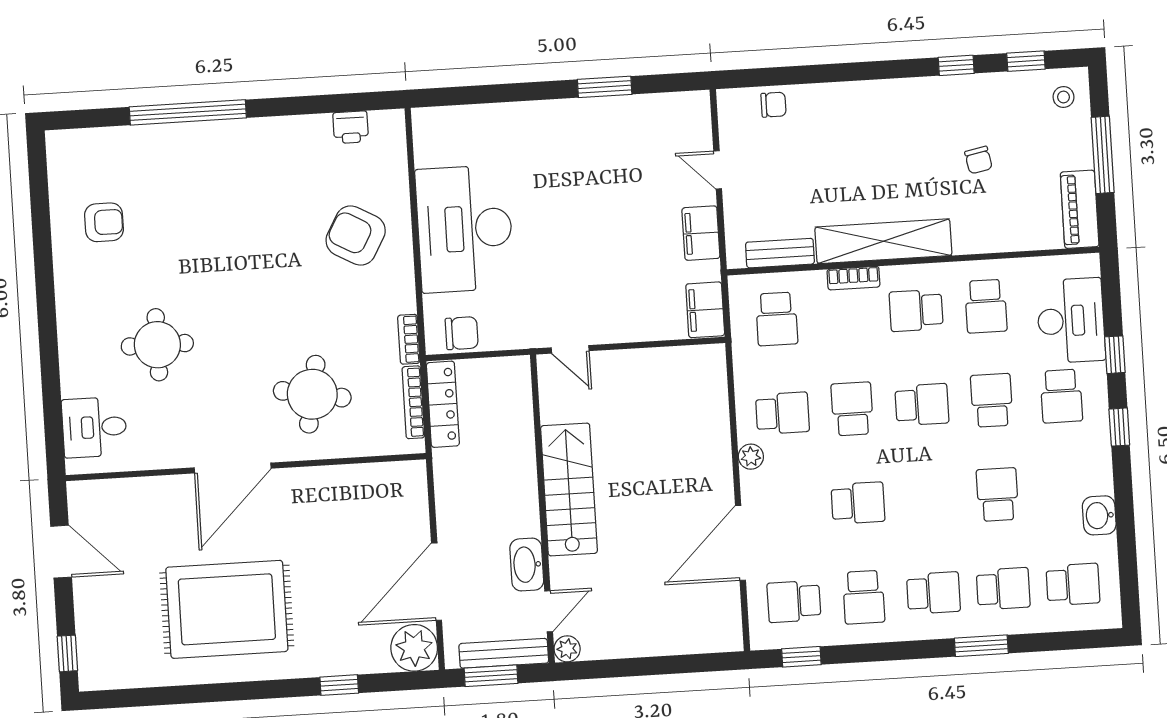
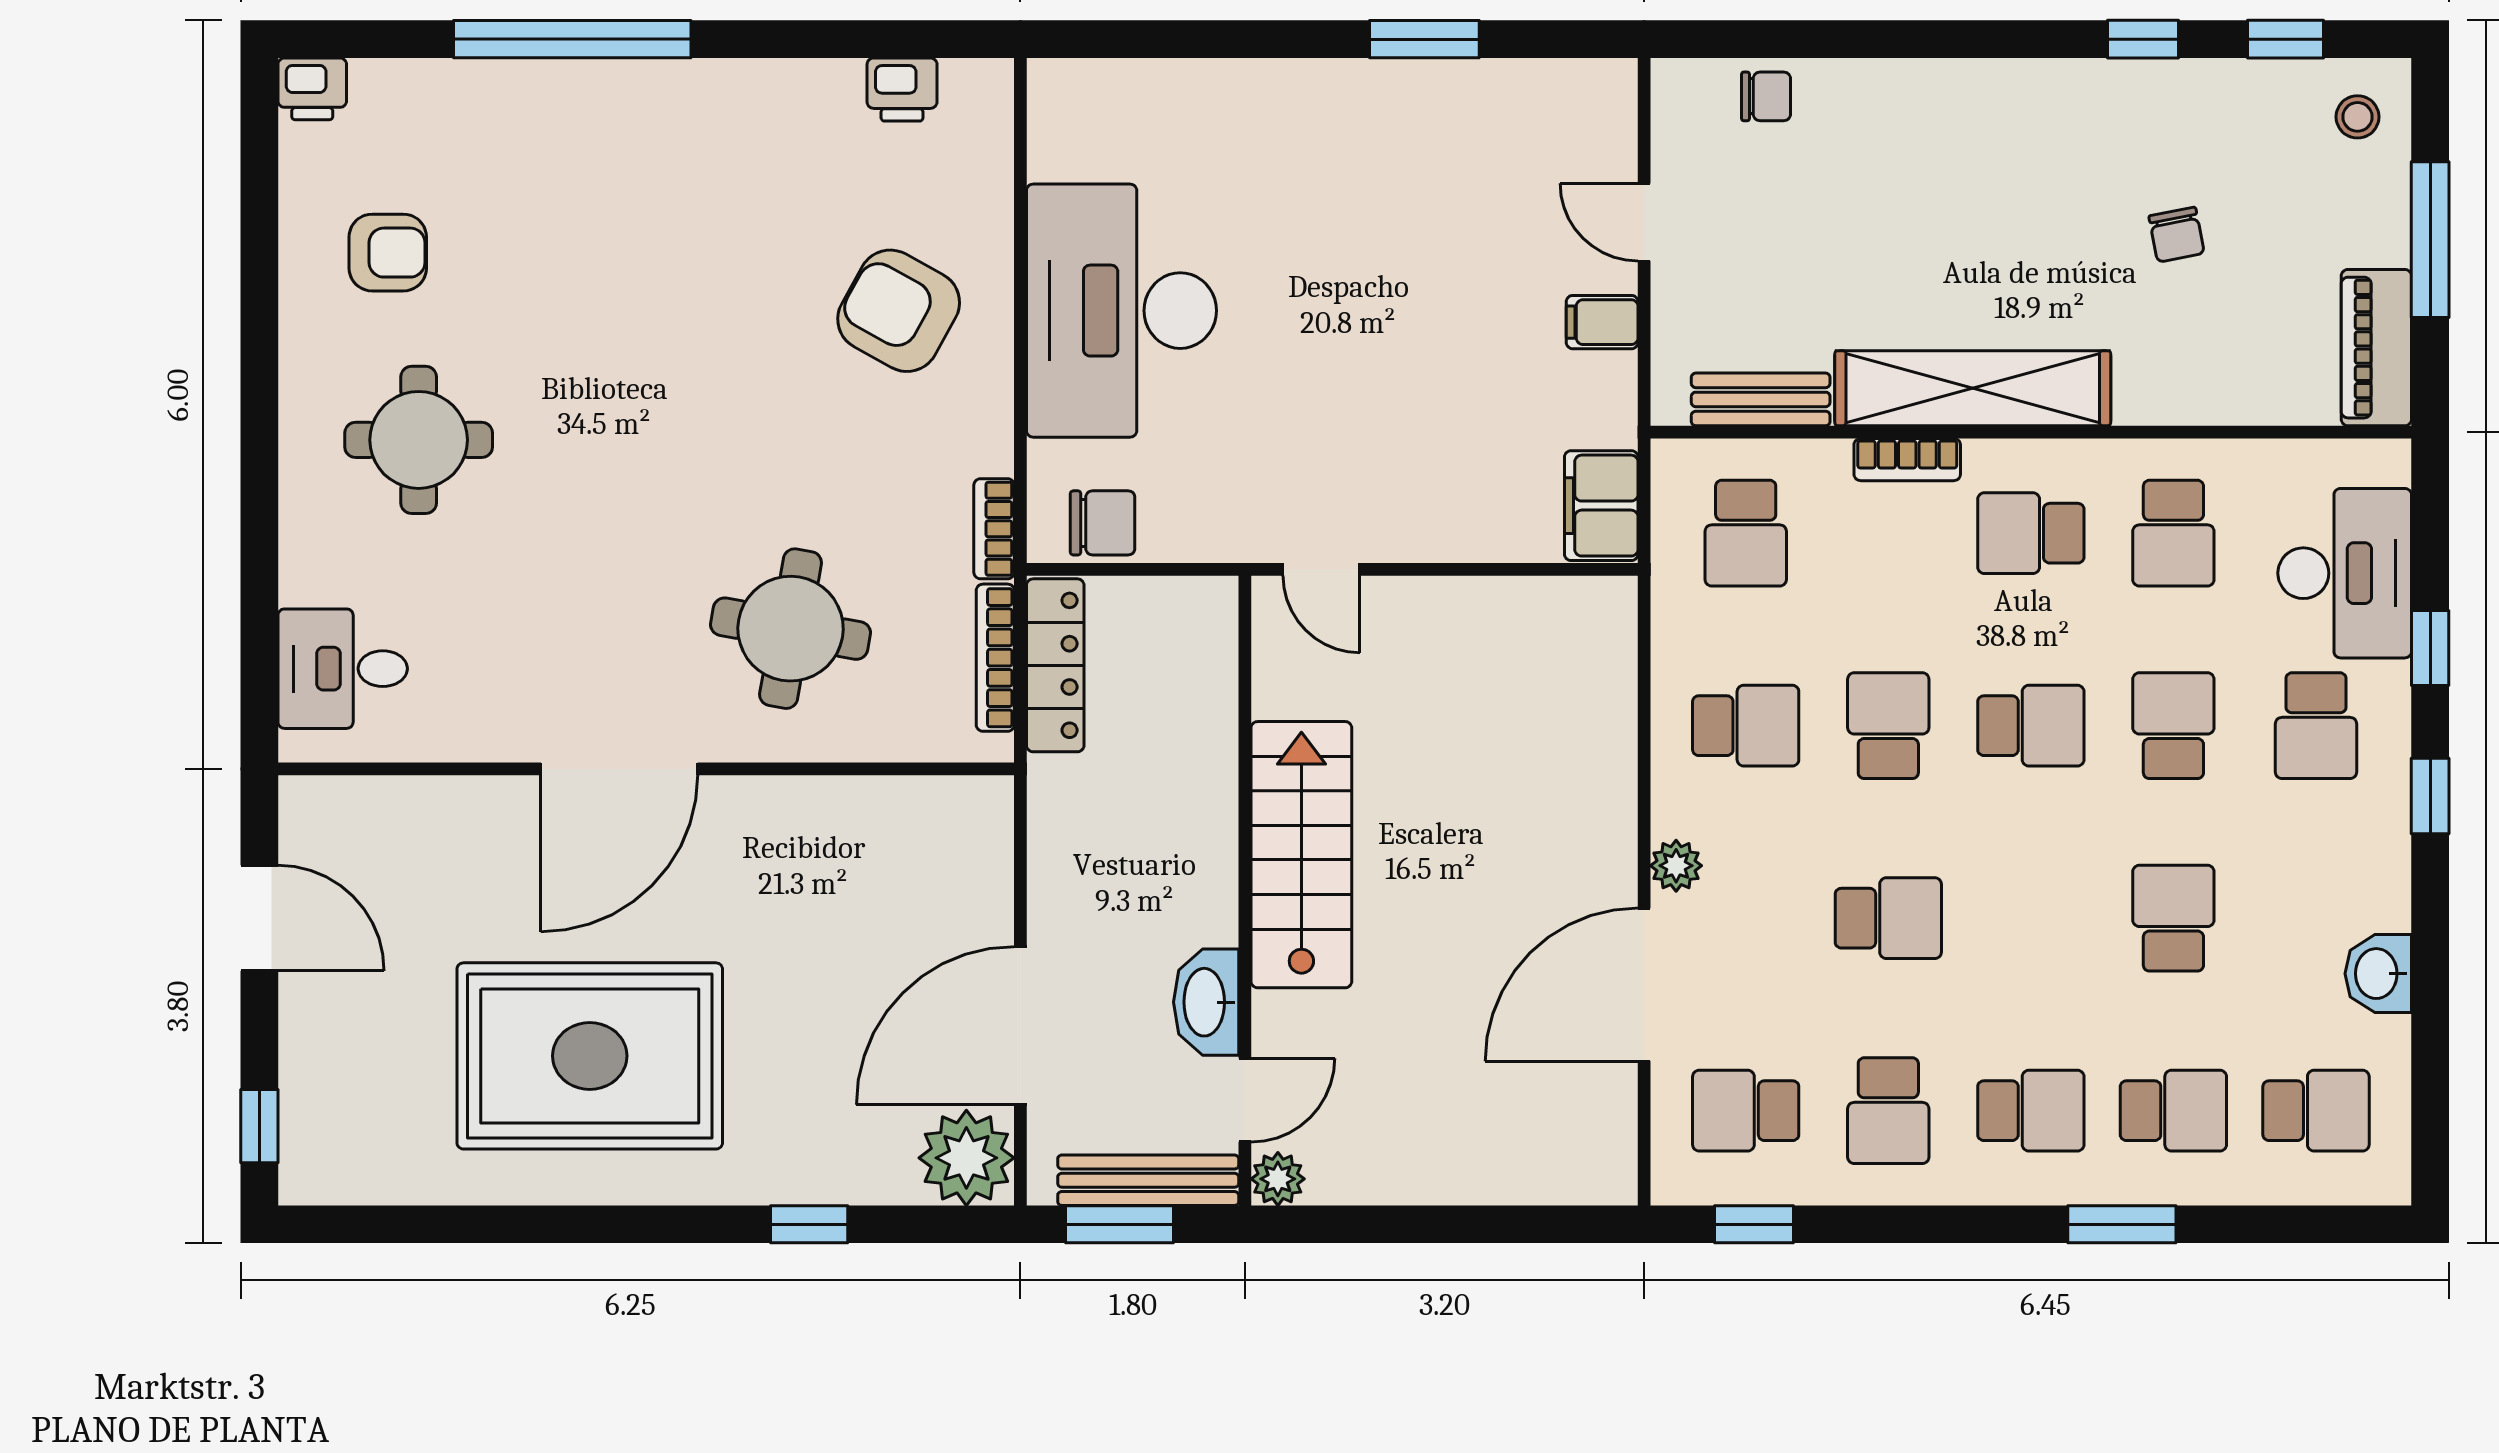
printer: (62, 144) -> (312, 89), added
filing cabinet: (701, 233) -> (1602, 322), width x0.50
round table: (157, 345) -> (419, 440), moved
plant: (751, 457) -> (1676, 866), moved

